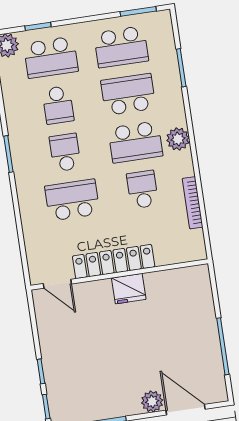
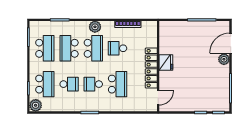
school desk: (72, 200) -> (118, 84), turned 180

